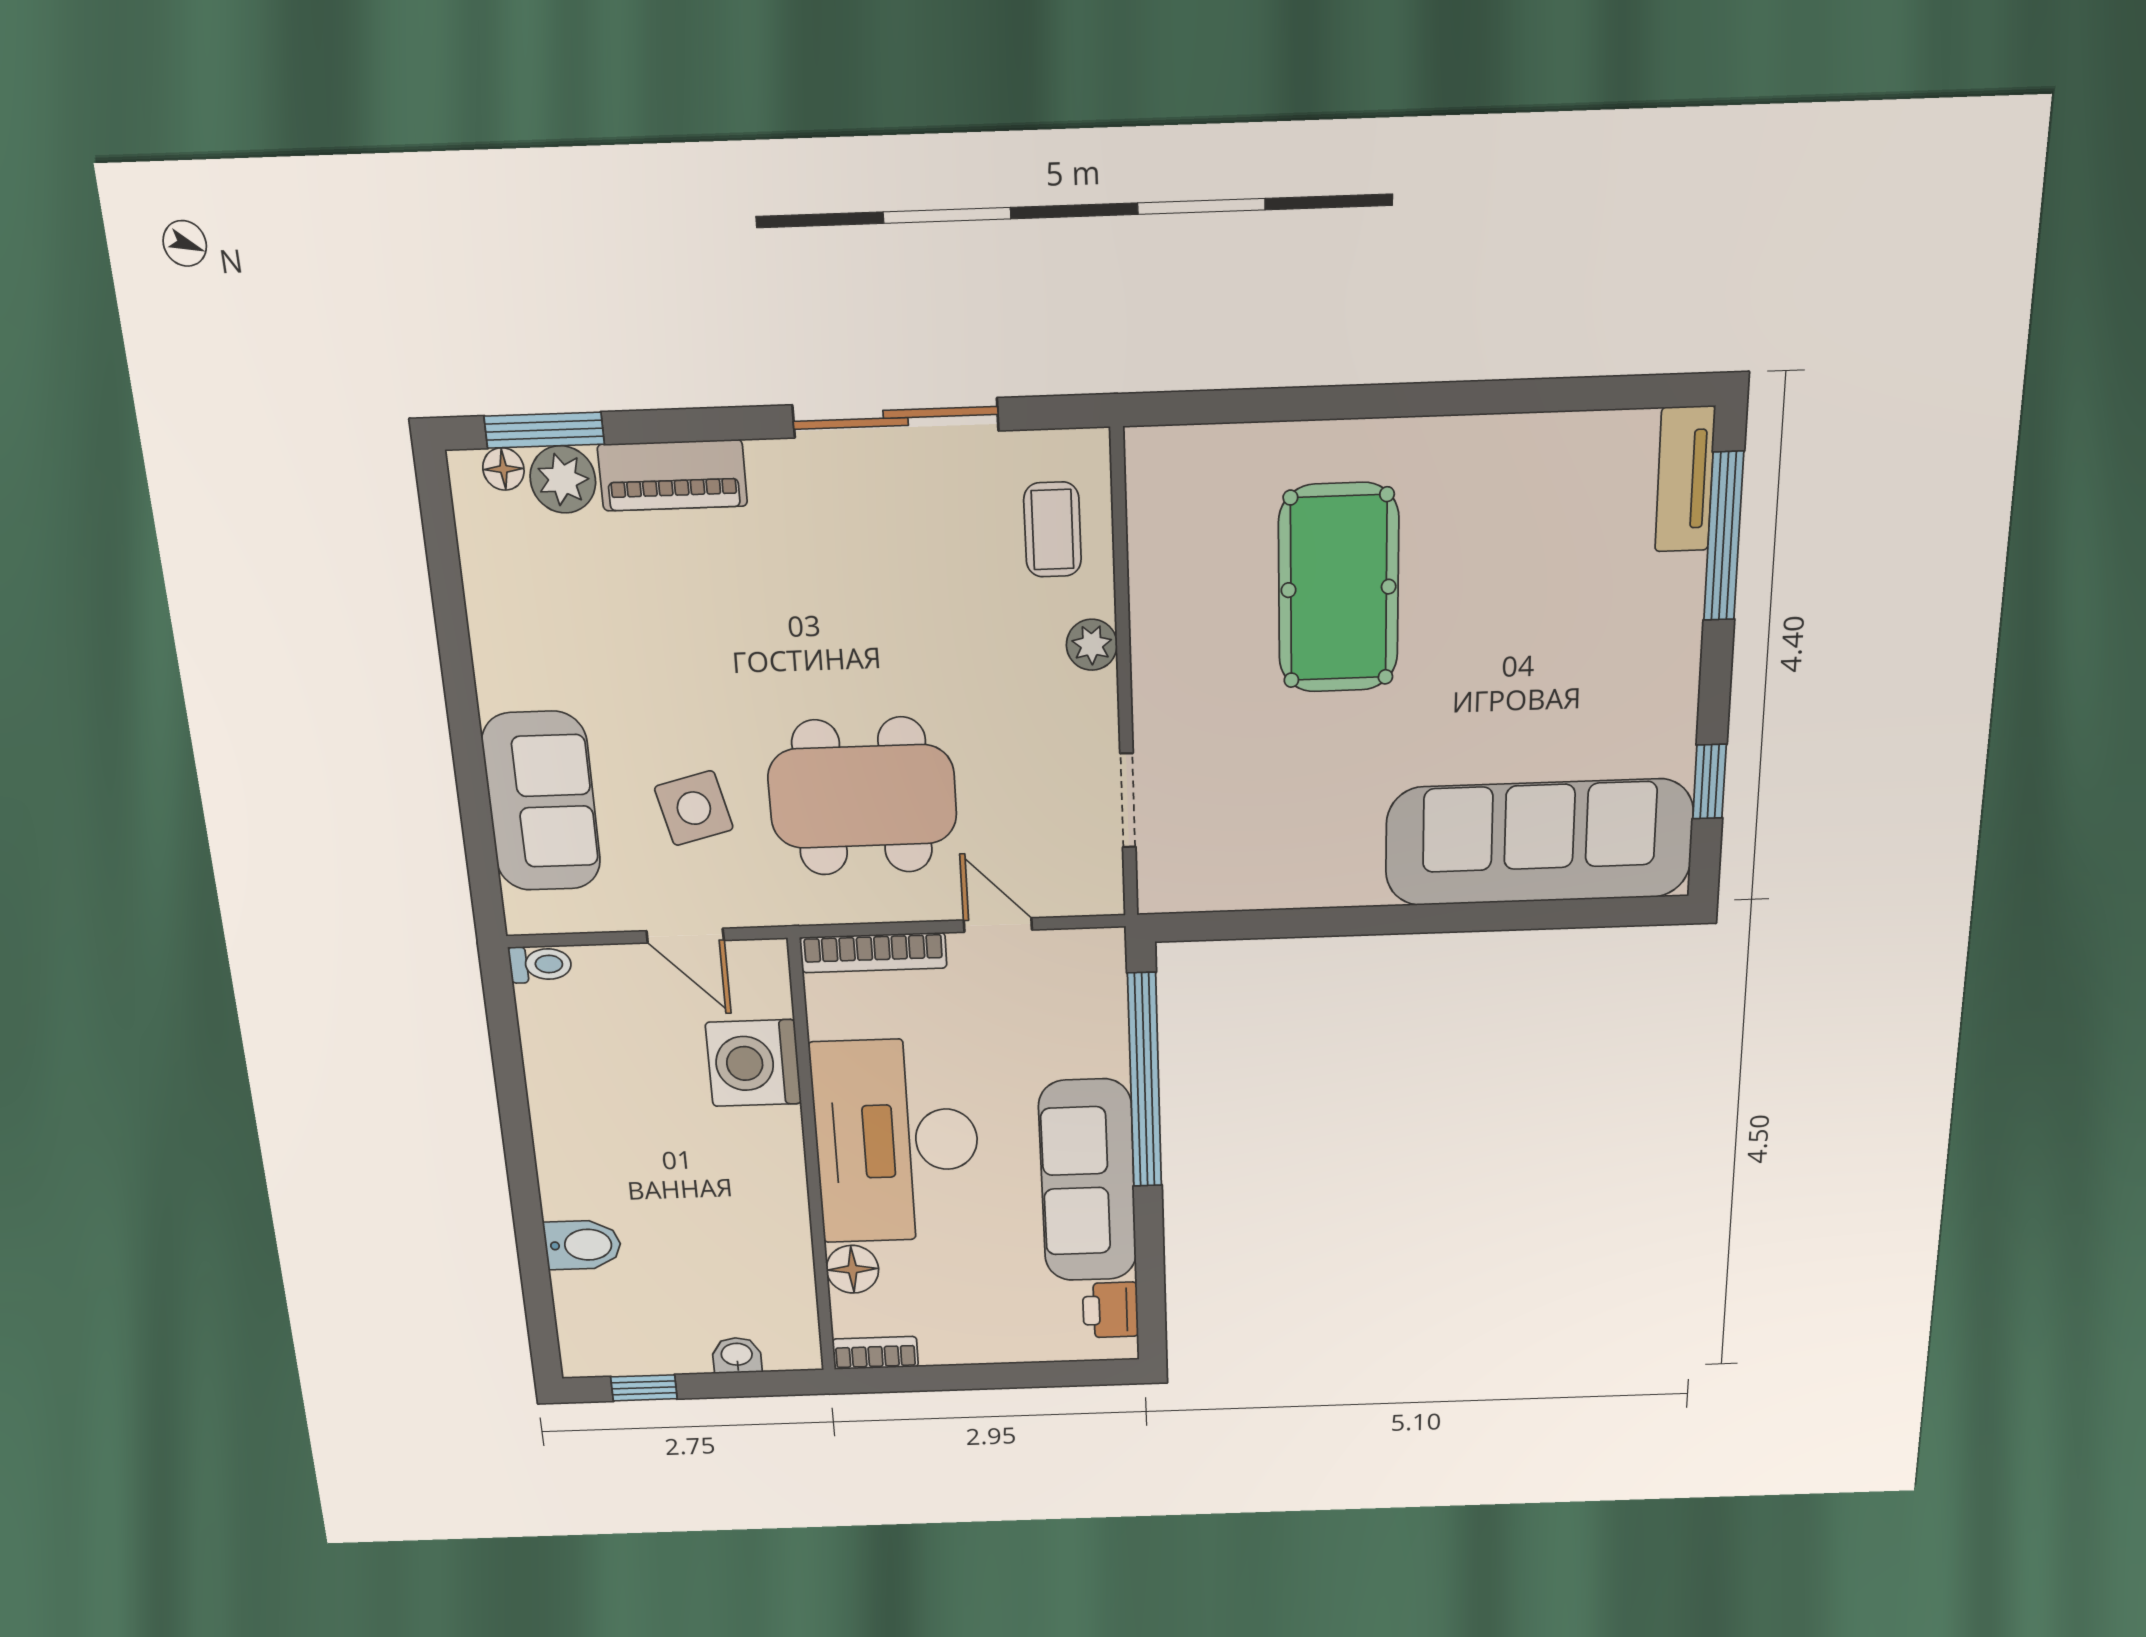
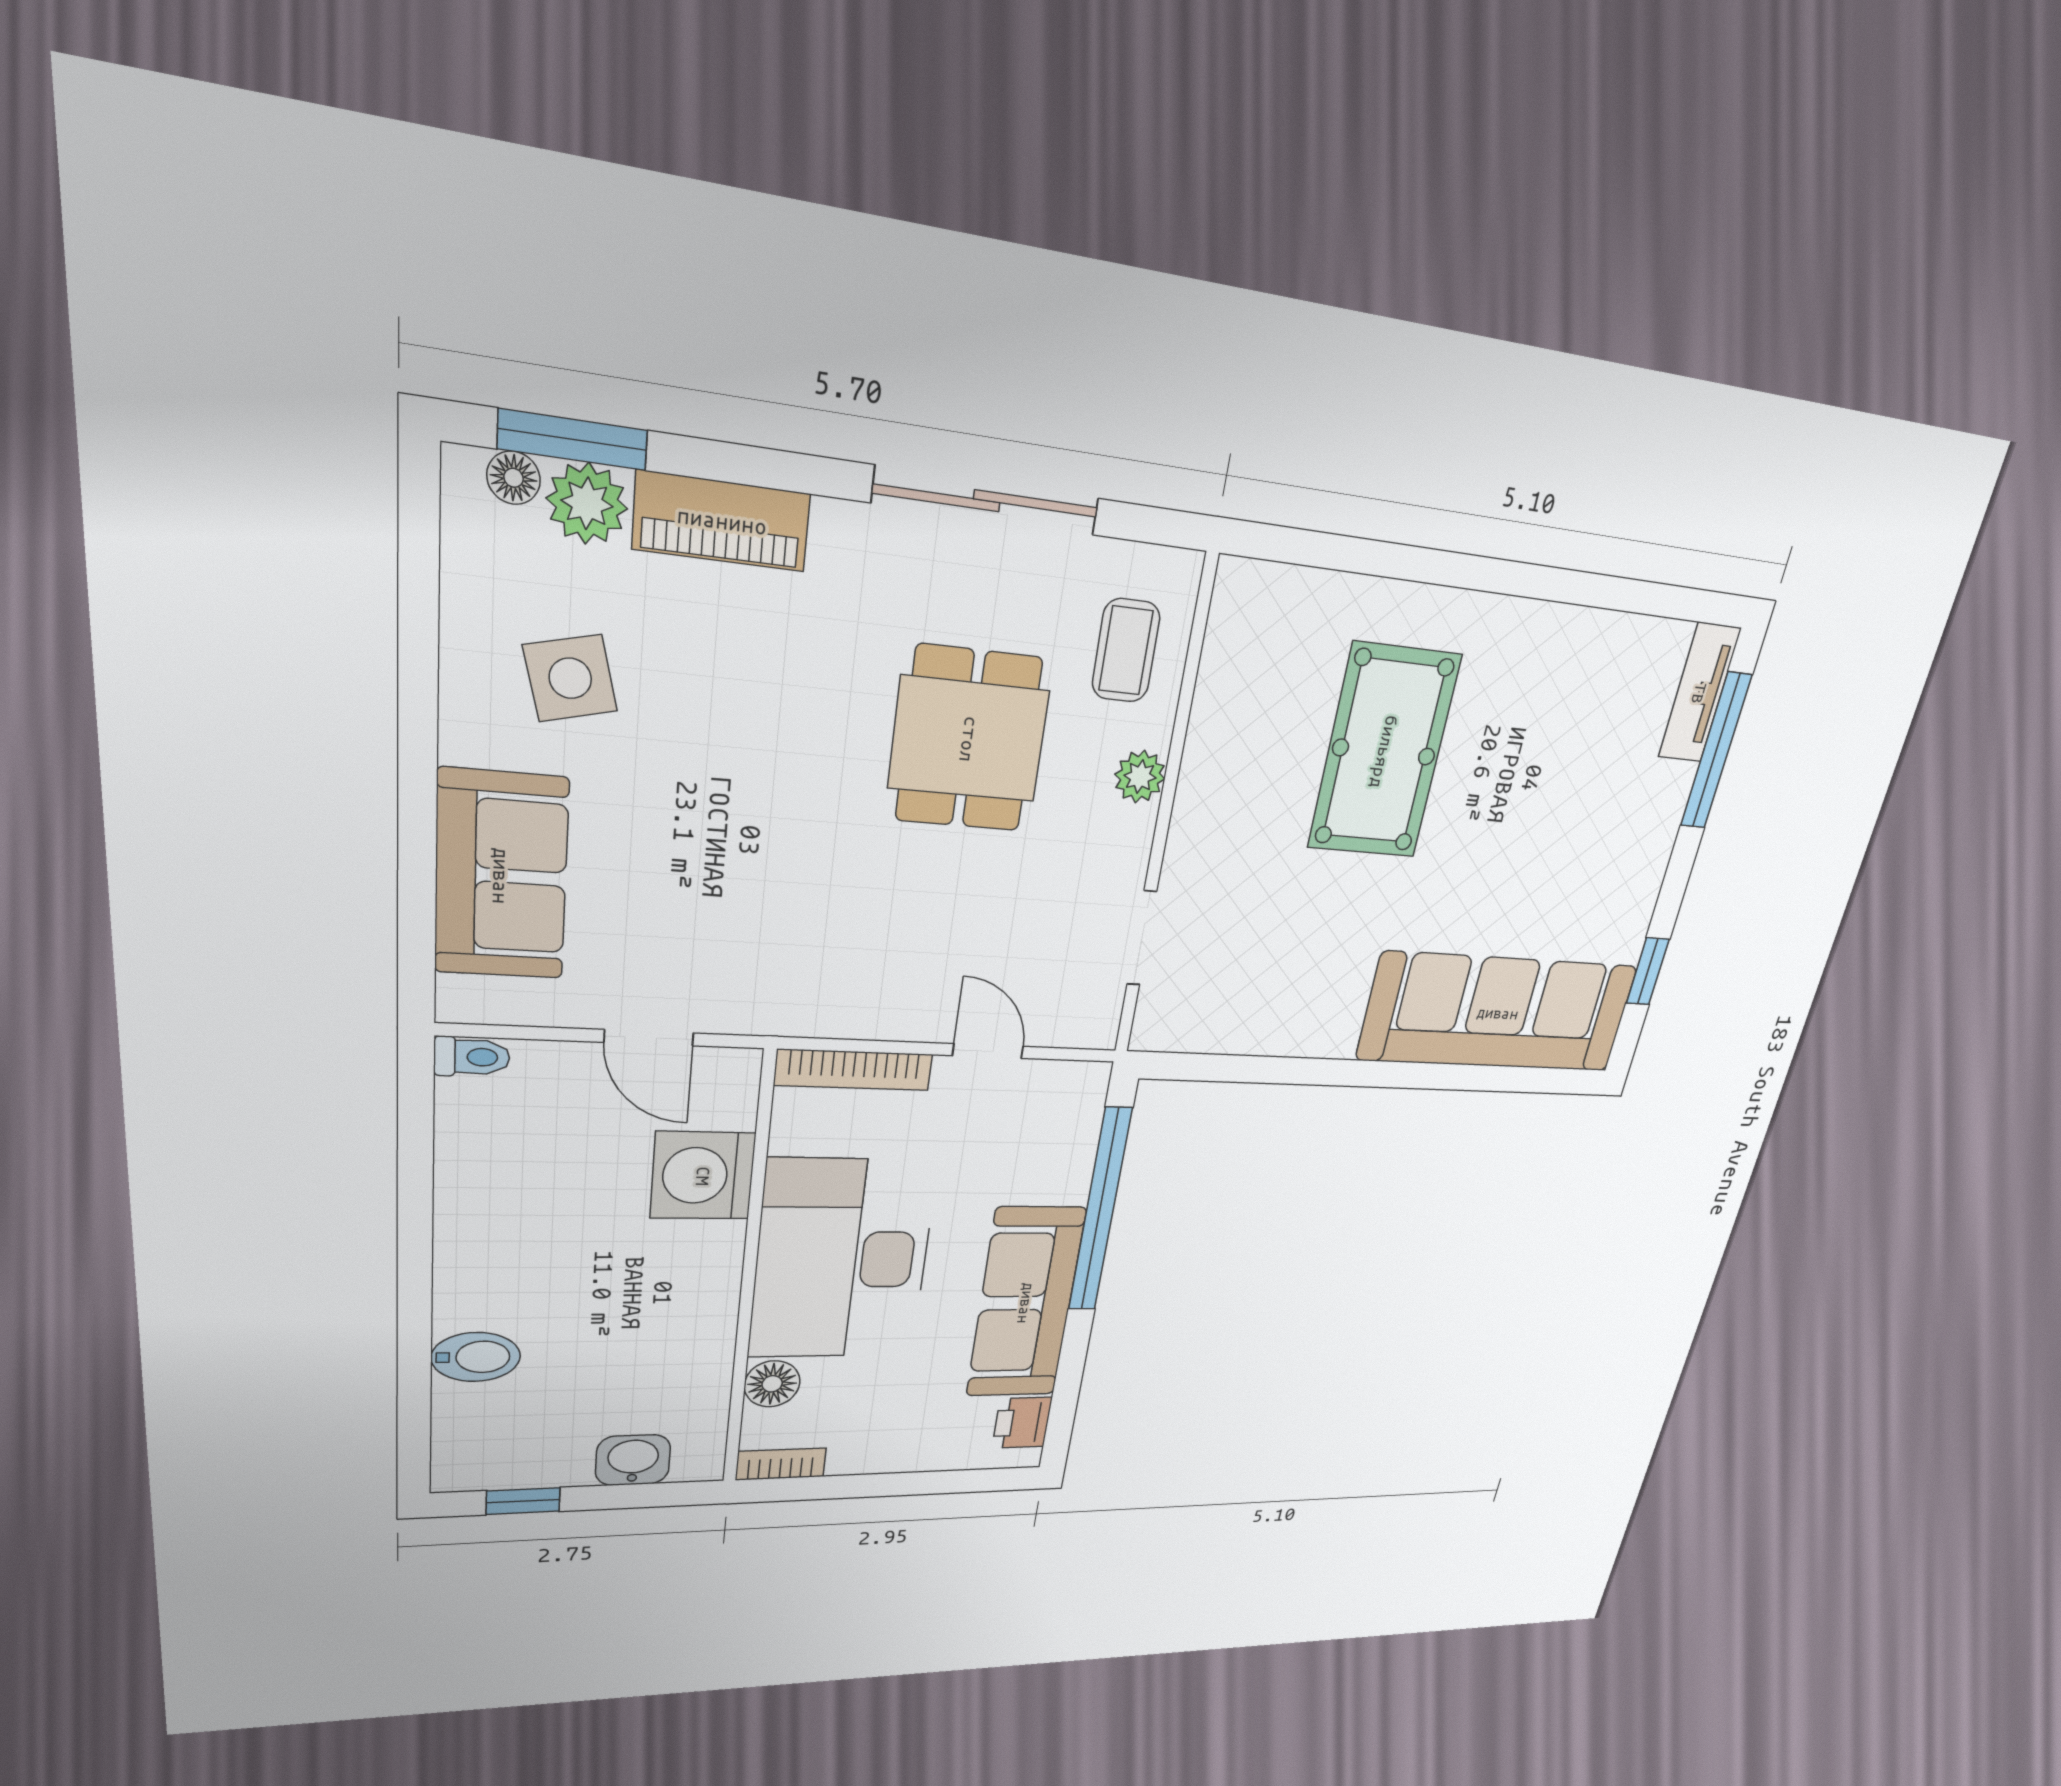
dining table: (862, 796) -> (969, 739), moved, width x0.73
side table: (694, 808) -> (570, 678), moved
washbasin: (737, 1355) -> (633, 1460), width x1.38, depth x1.45

